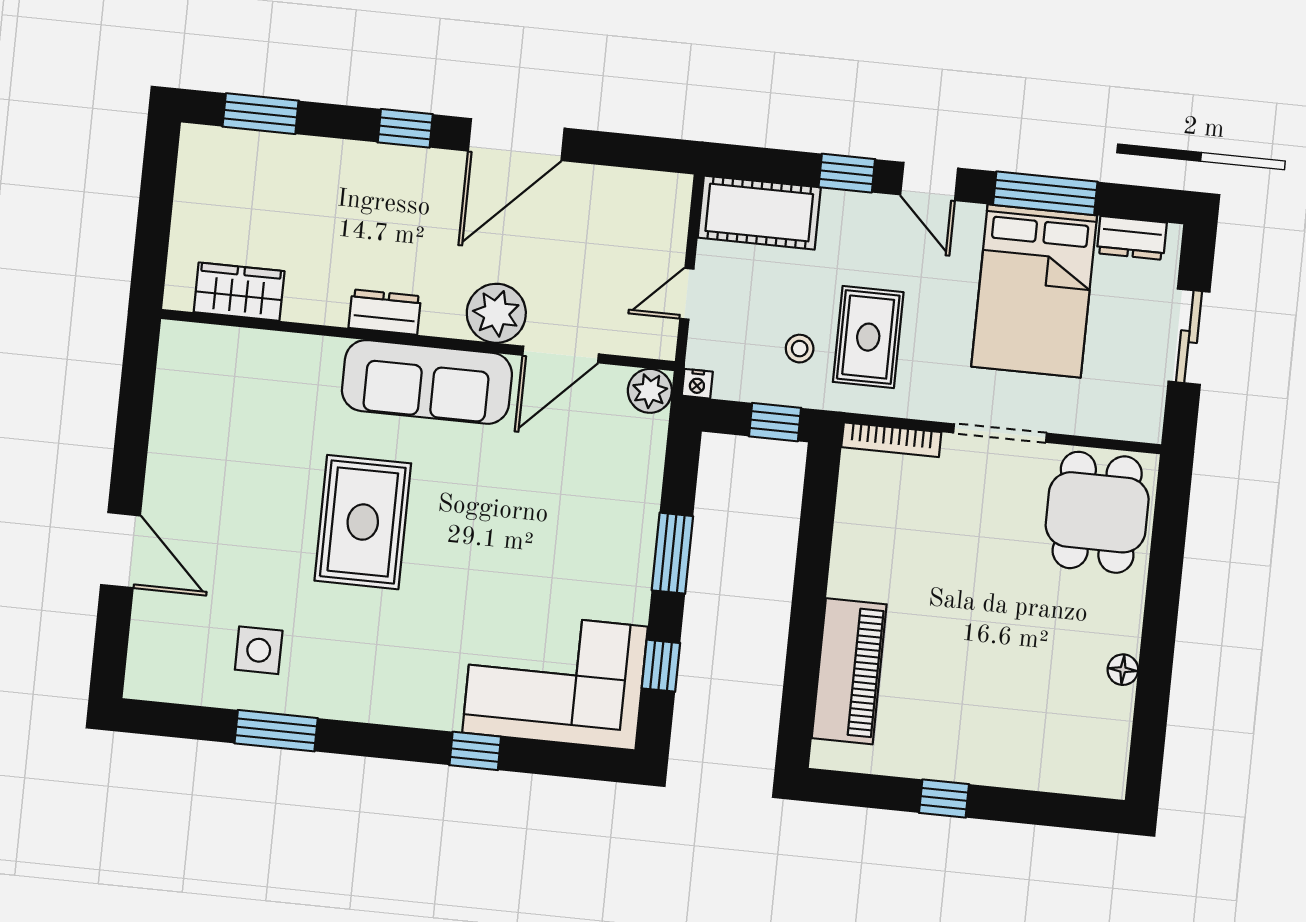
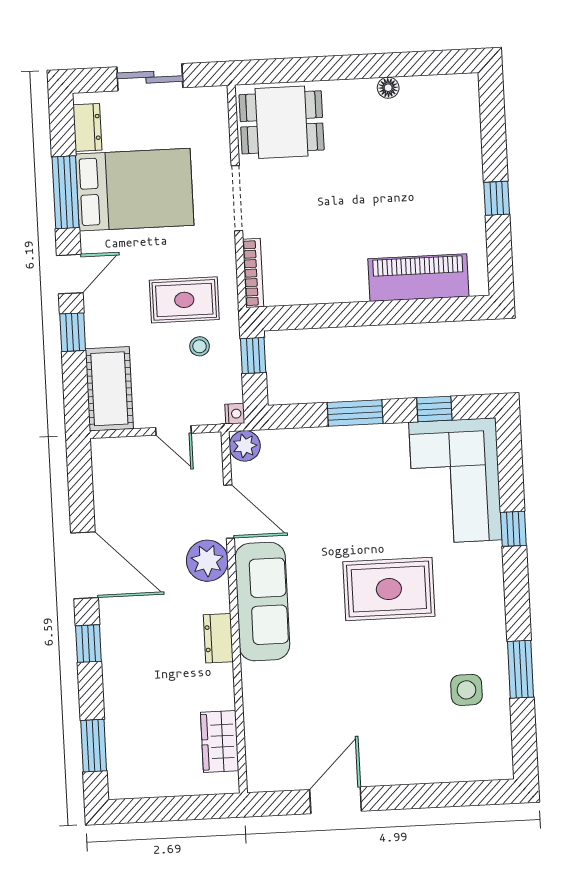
rug: (363, 522) -> (389, 589), moved
door: (121, 550) -> (336, 800), moved

